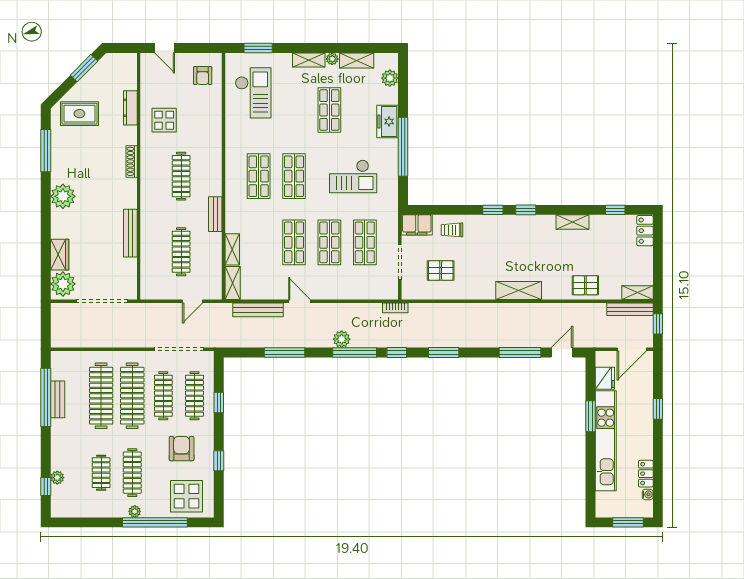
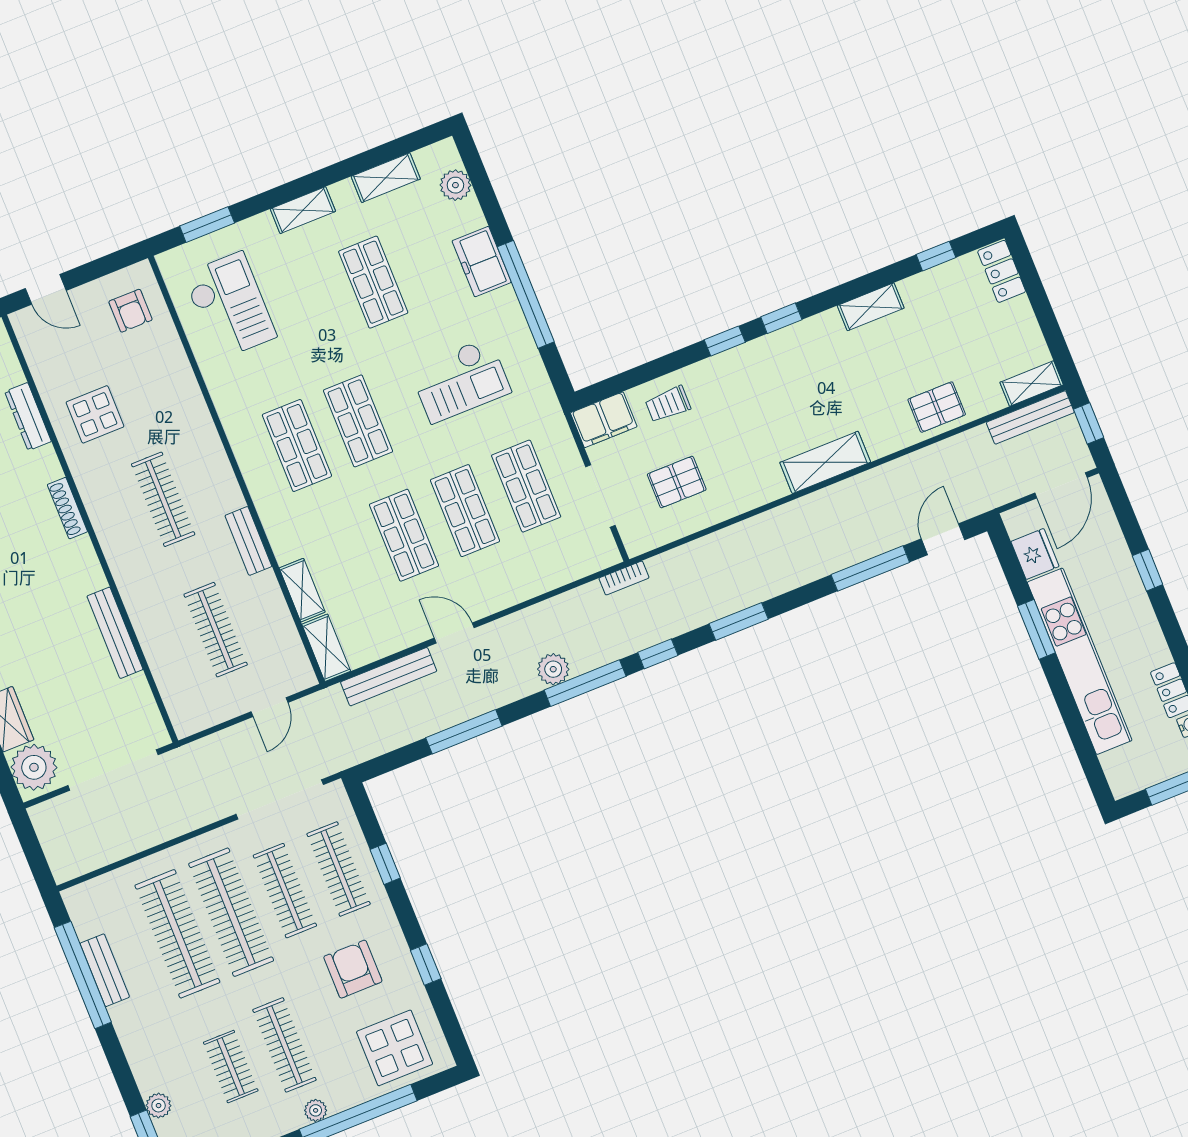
plant: (332, 59) -> (343, 192), removed

